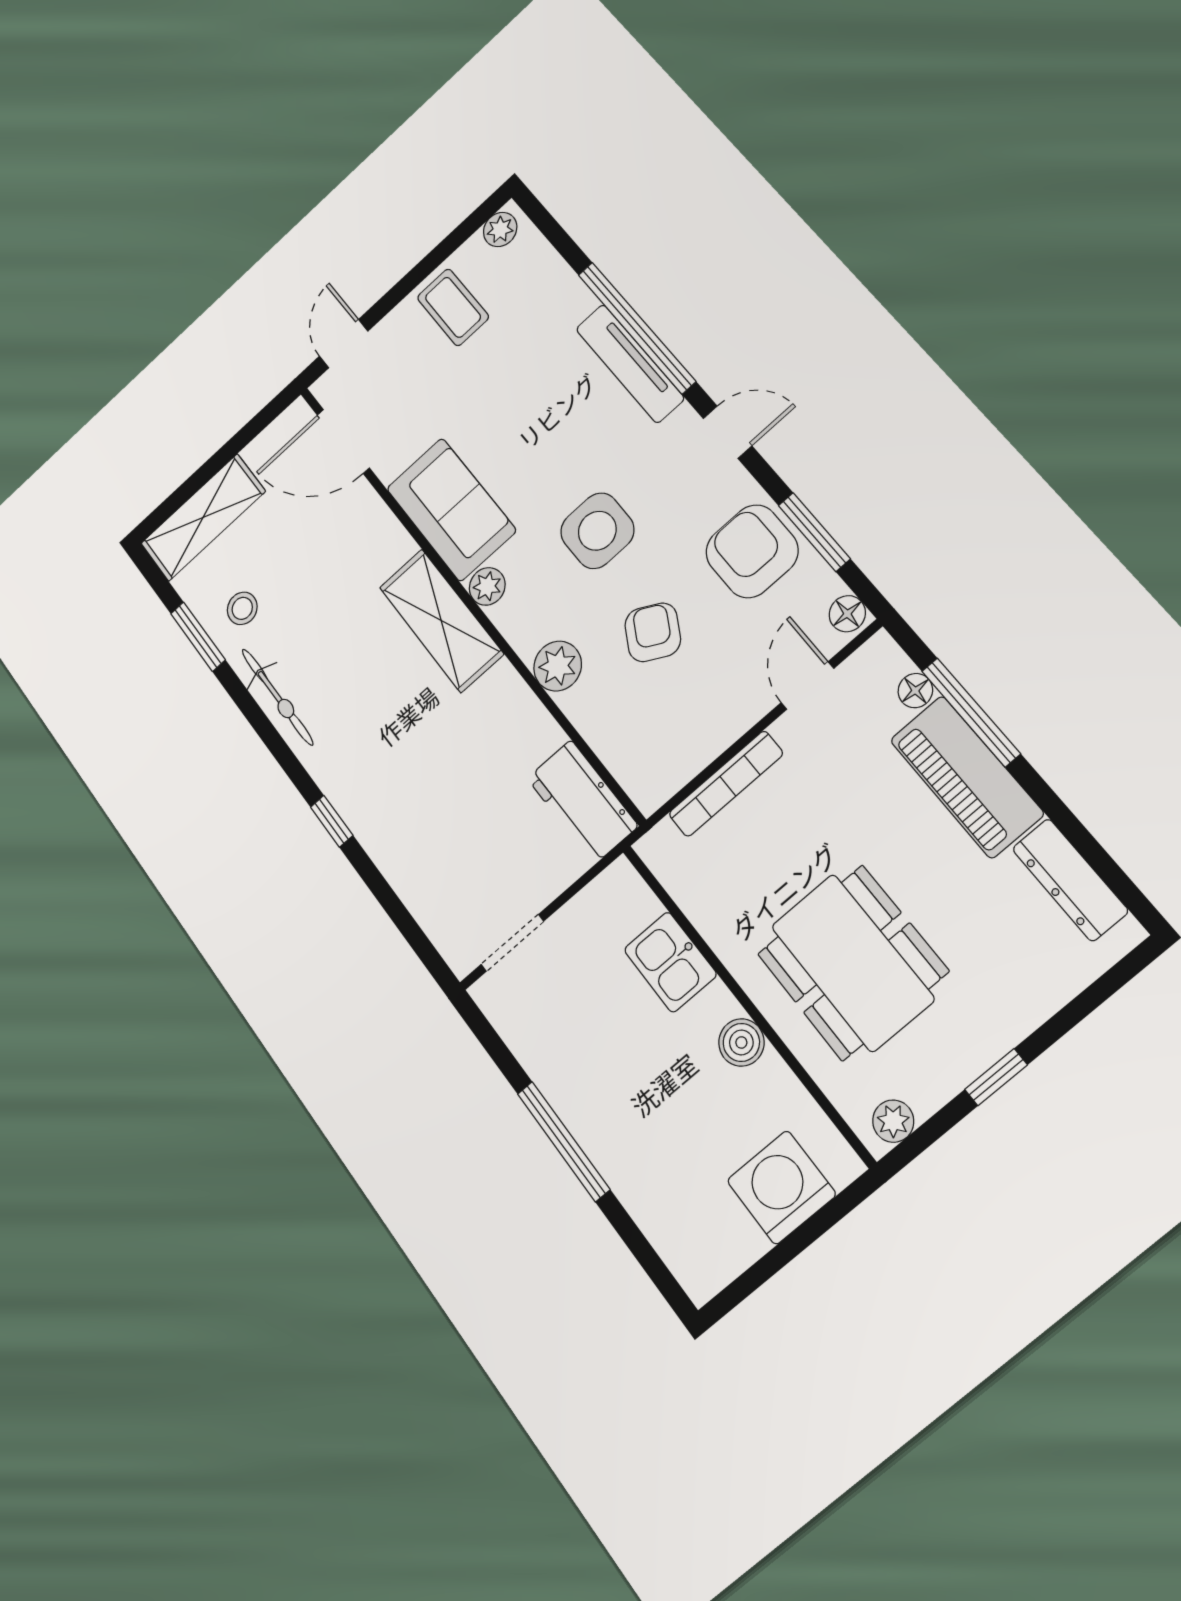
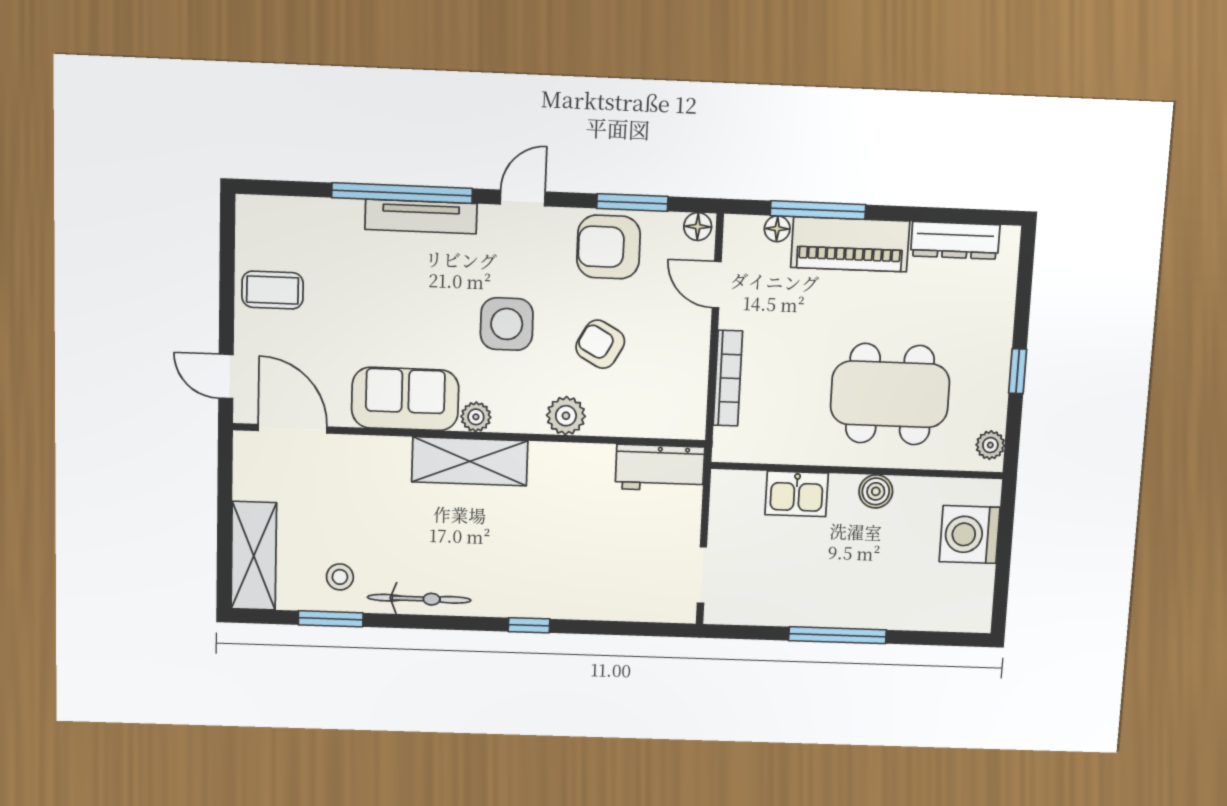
plant: (500, 229) -> (250, 219), removed
door: (343, 441) -> (293, 429), swing flipped

